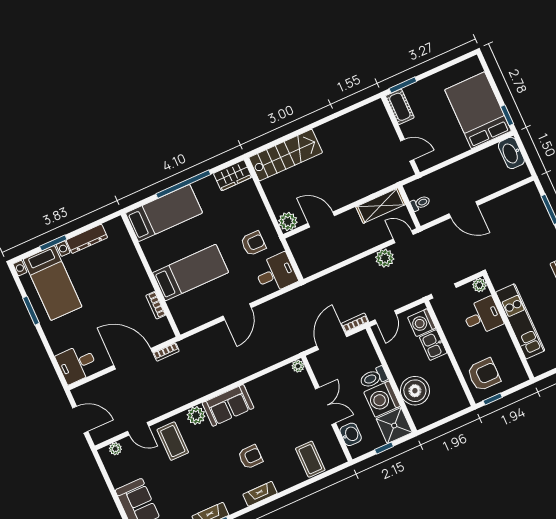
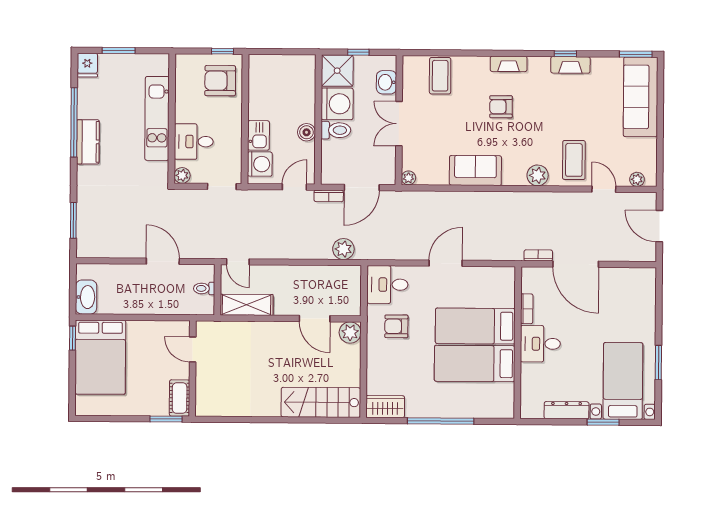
bed: (164, 213) -> (475, 363), moved
plant: (385, 258) -> (343, 249), moved
desk: (77, 364) -> (540, 344), moved, turned 180
boiler: (415, 391) -> (307, 132), moved, width x0.54, depth x0.54
sofa: (228, 405) -> (475, 170), moved

